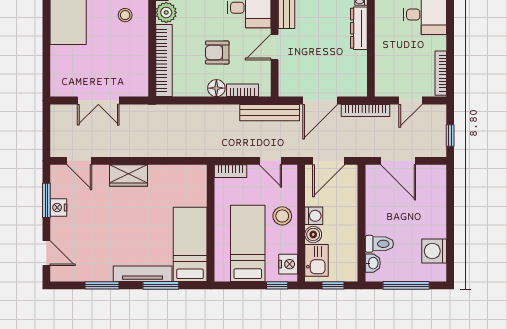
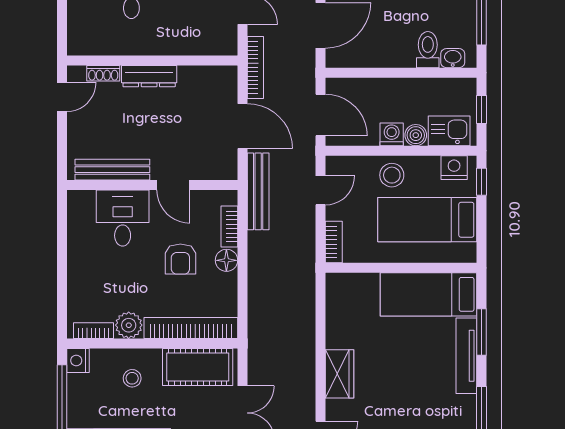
cot: (134, 66) -> (198, 367), added

